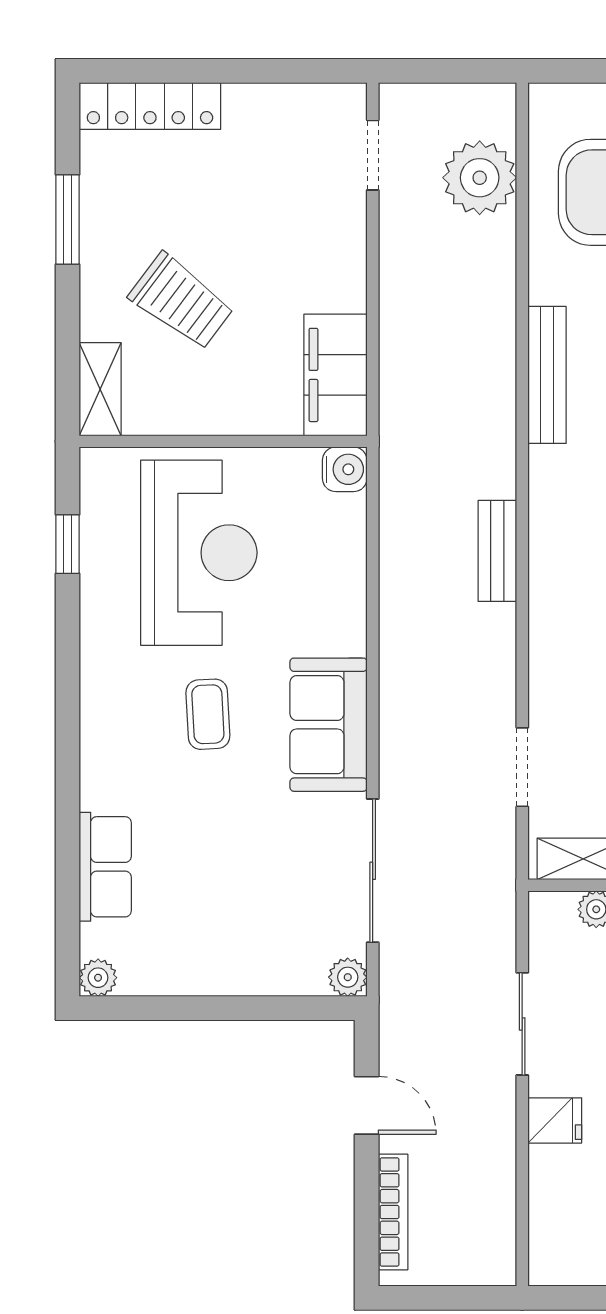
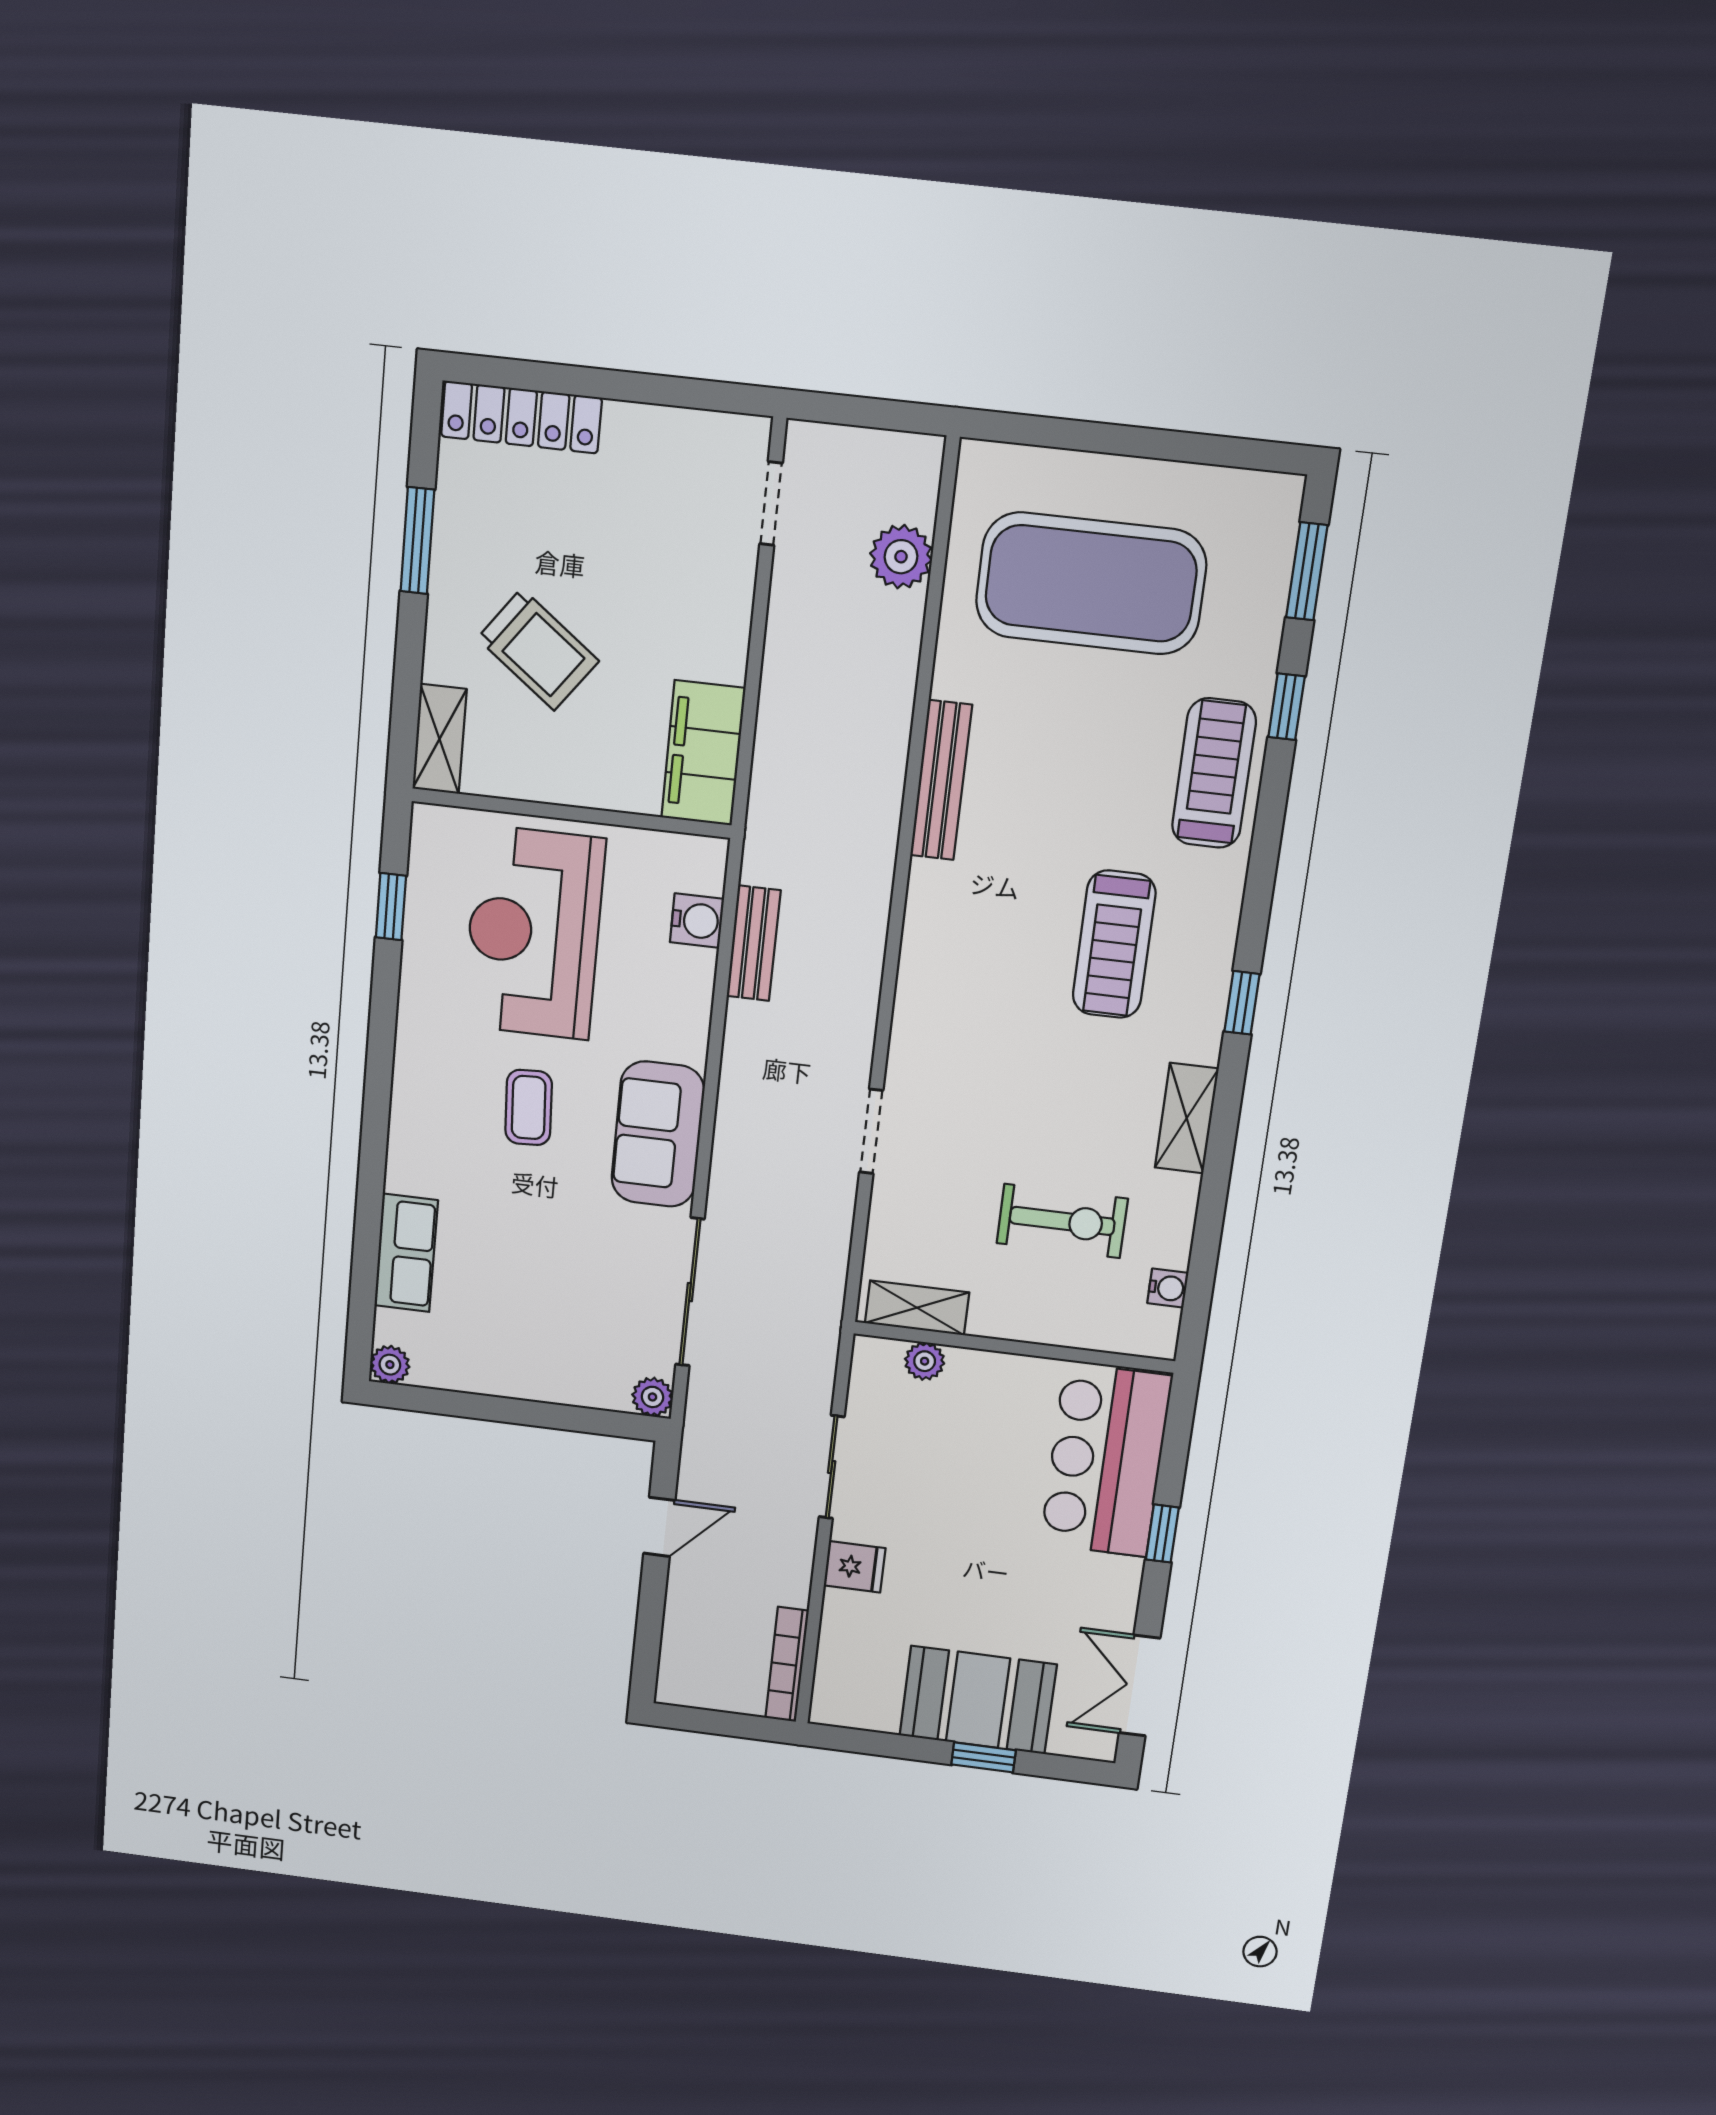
plant: (480, 178) -> (901, 557), width x0.73, depth x0.73
water cooler: (345, 469) -> (697, 921), moved
bench: (497, 551) -> (754, 943), moved
reception desk: (199, 553) -> (534, 933), turned 180
doorway: (522, 767) -> (871, 1131), moved
door: (367, 1105) -> (659, 1527), hinge flipped
bookcase: (393, 1212) -> (787, 1664), moved, turned 180

